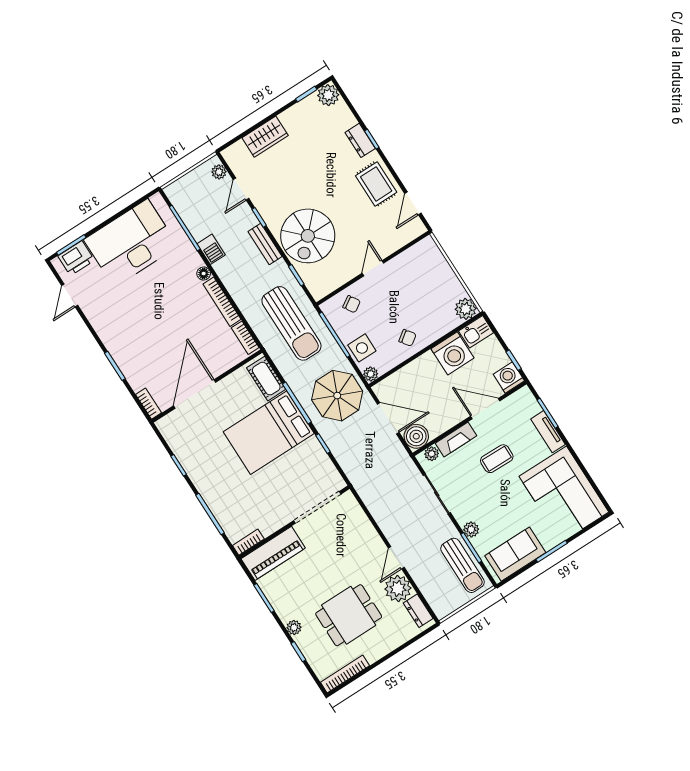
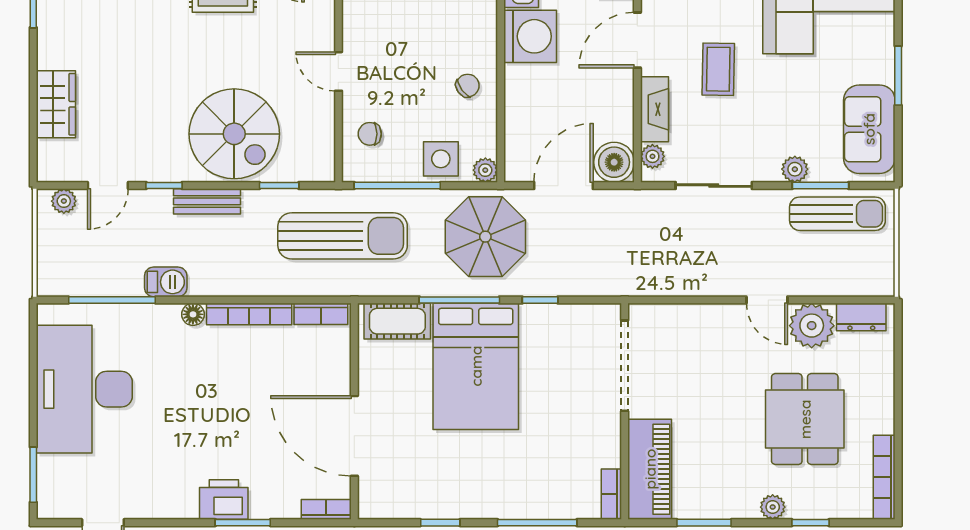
door: (241, 189) -> (108, 186), hinge flipped
printer: (76, 258) -> (224, 499), moved, turned -90
chair: (352, 304) -> (370, 134), turned -148

